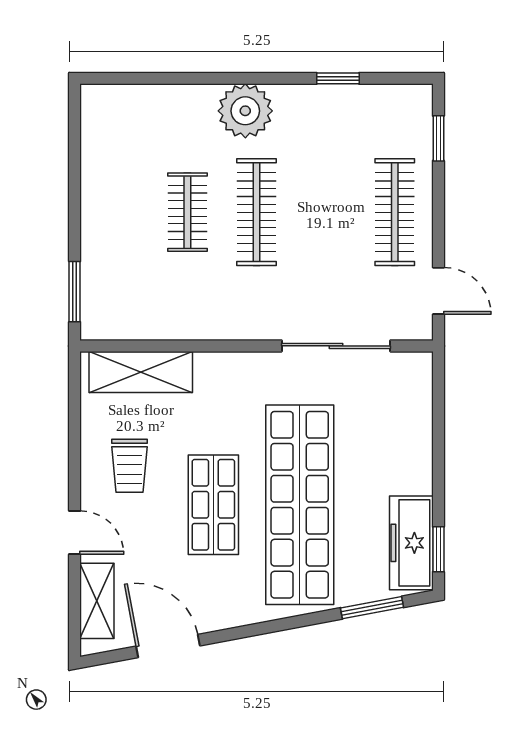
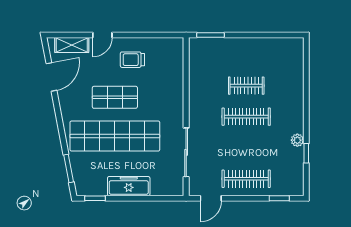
plant: (245, 111) -> (297, 140), moved, width x0.53, depth x0.53
shelving: (141, 372) -> (174, 65), removed
freezer: (411, 543) -> (129, 186), moved

